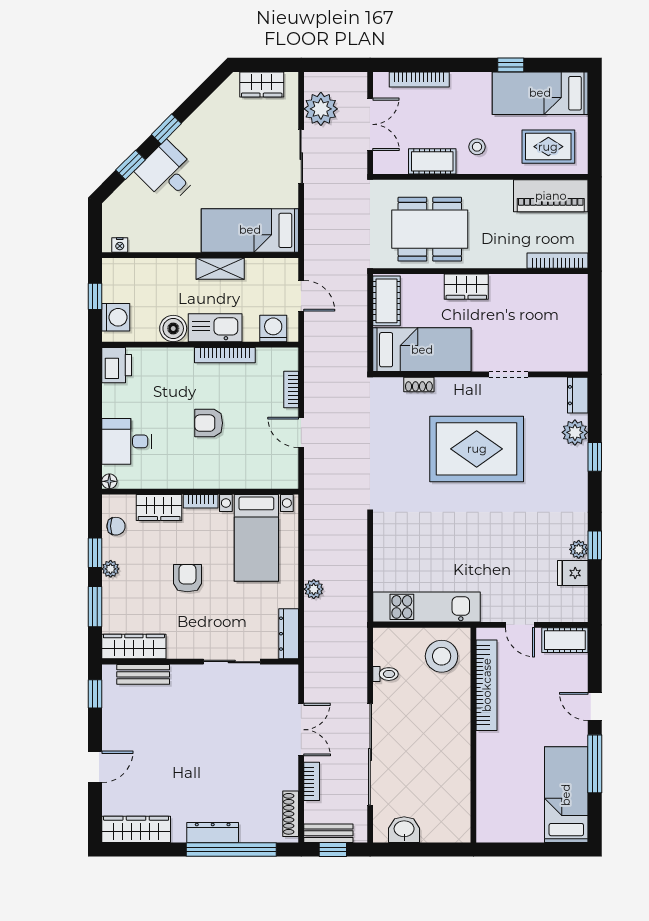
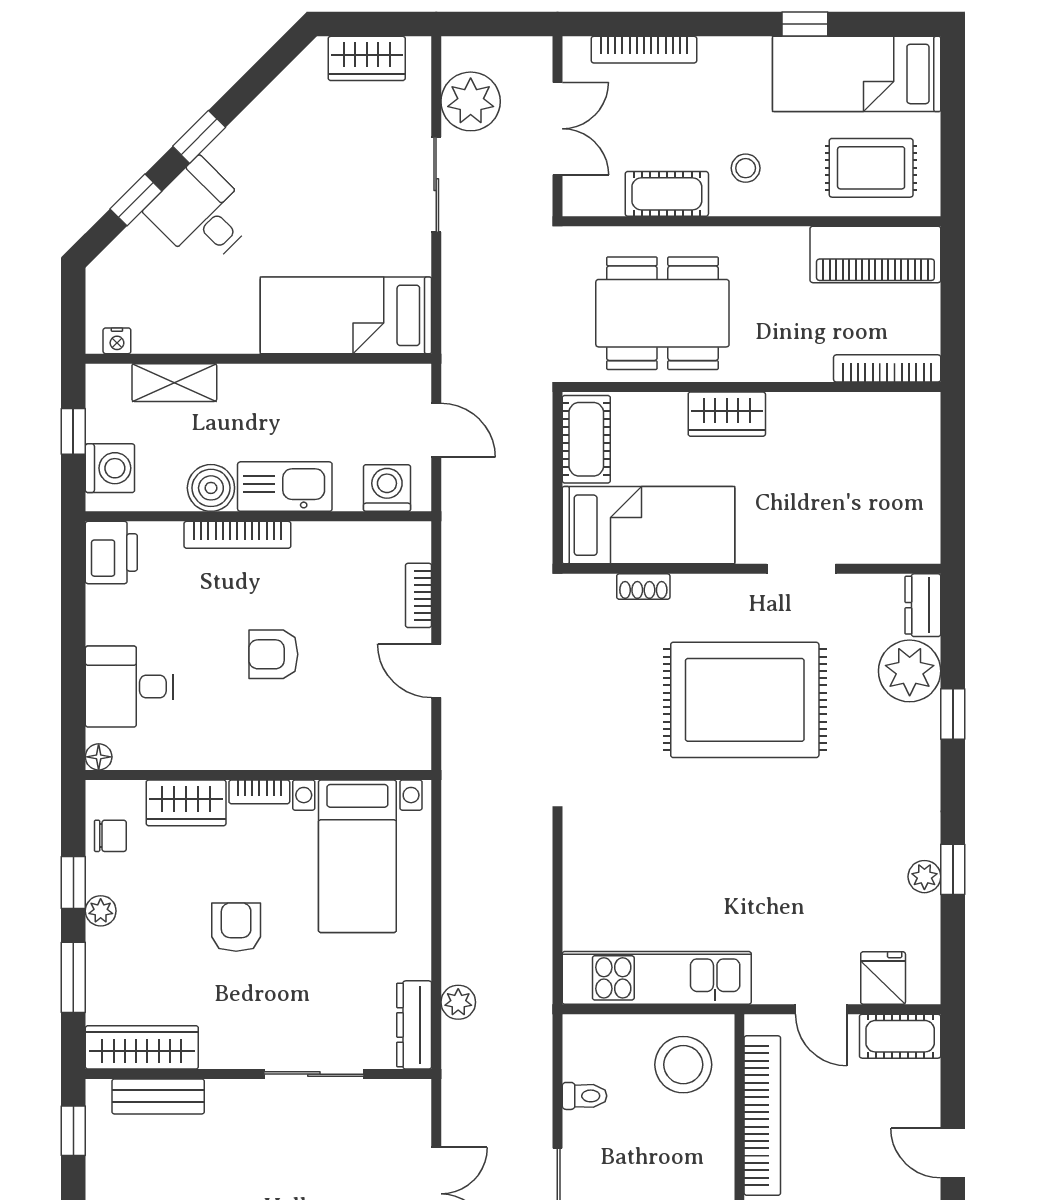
shelving: (220, 269) -> (174, 383), moved
bookcase: (225, 355) -> (237, 535), moved
plant: (575, 432) -> (910, 671), width x1.36, depth x1.36
fridge: (573, 573) -> (883, 978), moved, turned 90
plant: (314, 589) -> (458, 1002), moved

